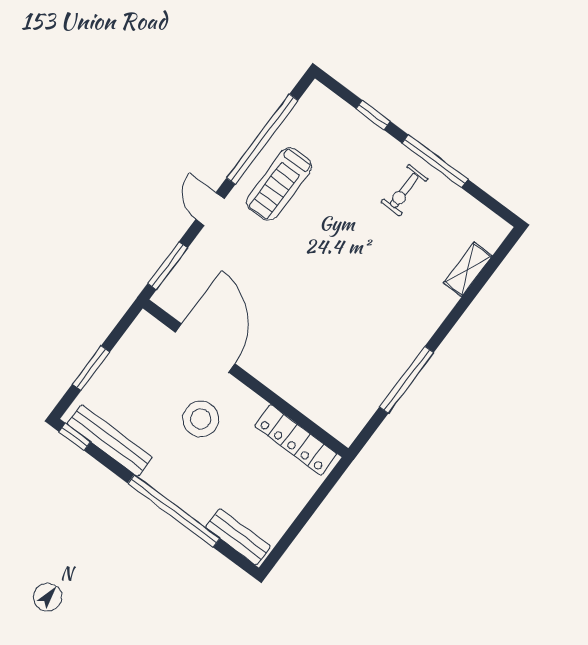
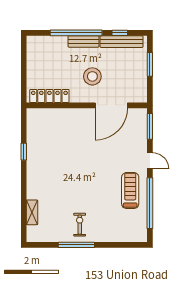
window: (373, 115) -> (114, 245), removed
door: (205, 348) -> (111, 105), hinge flipped
window: (407, 380) -> (24, 152), width x0.46
window: (75, 437) -> (120, 33), moved
bench: (238, 537) -> (84, 41), moved

